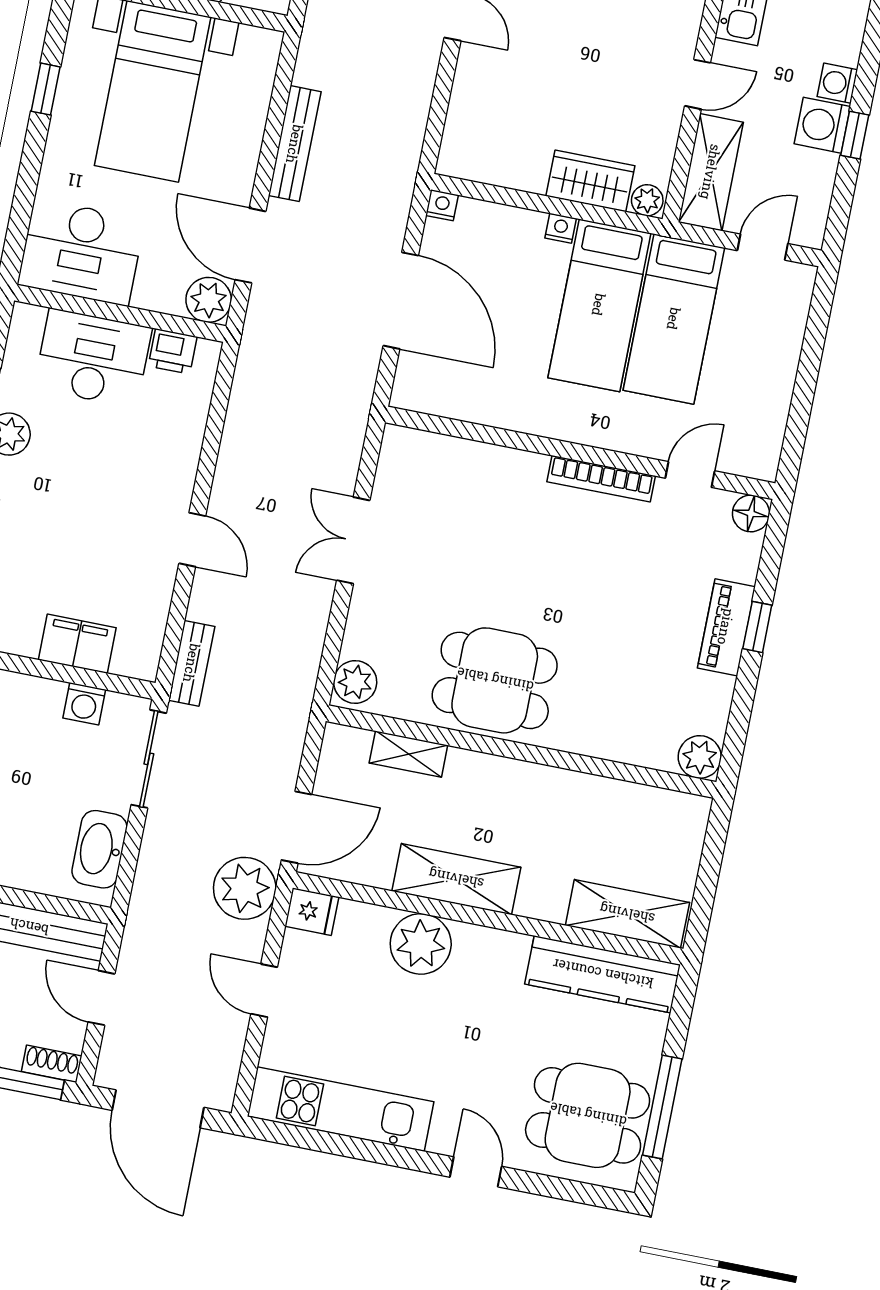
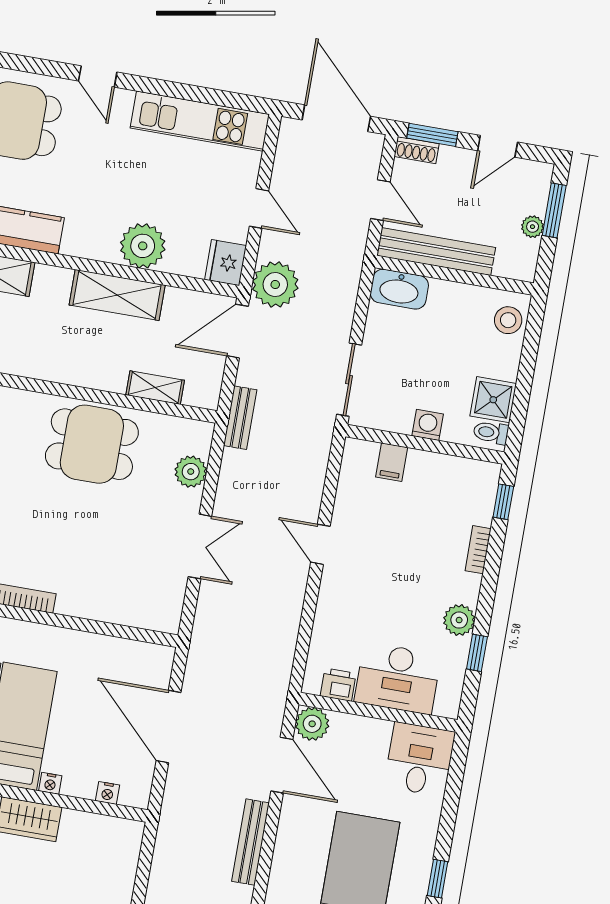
nightstand: (442, 205) -> (108, 793), moved
desk: (81, 252) -> (420, 759), width x0.73
filing cabinet: (77, 644) -> (392, 462), width x0.50
bench: (192, 663) -> (240, 418), moved
plant: (355, 682) -> (191, 472), moved
washing machine: (84, 704) -> (428, 425), moved
washbasin: (99, 849) -> (399, 289), moved, turned 90
fridge: (312, 912) -> (226, 263), width x1.38

